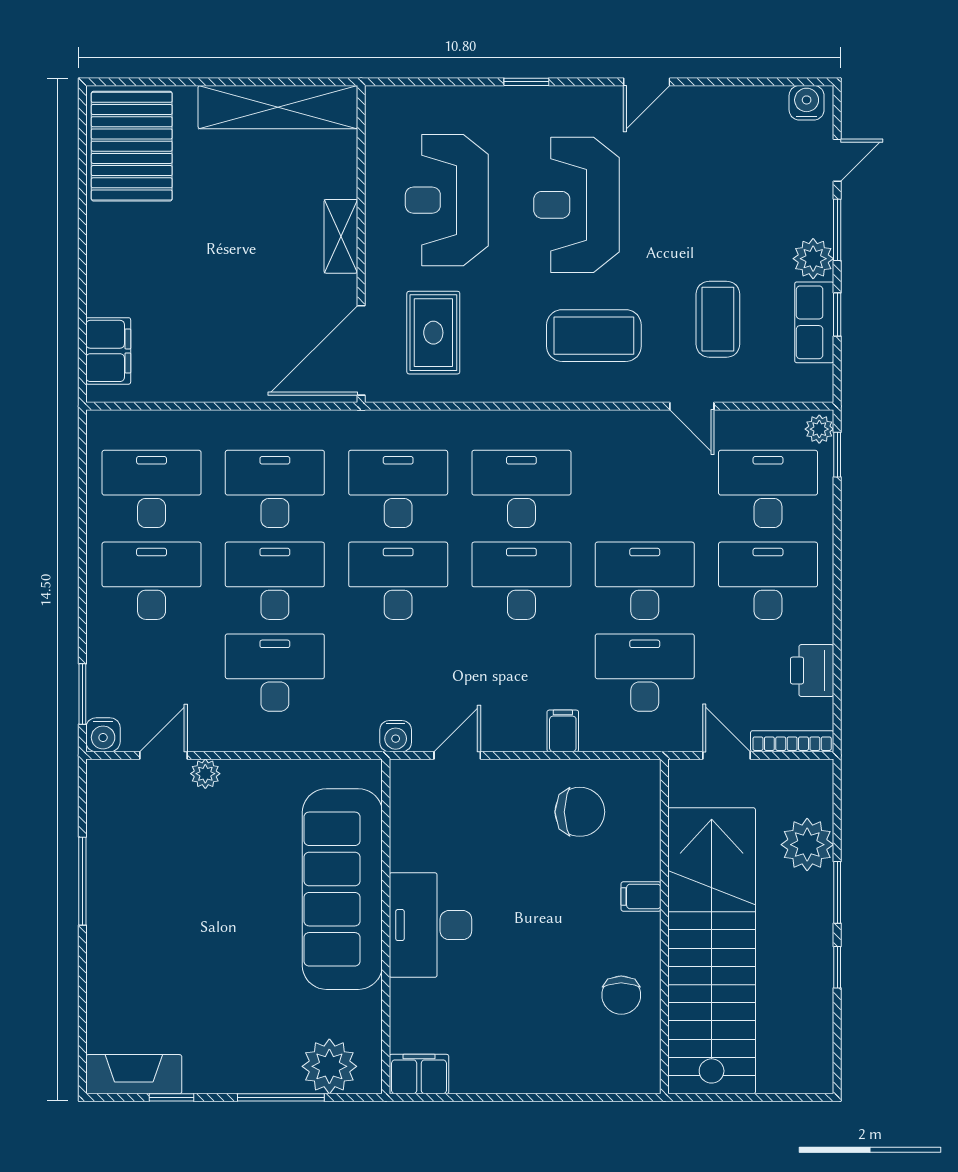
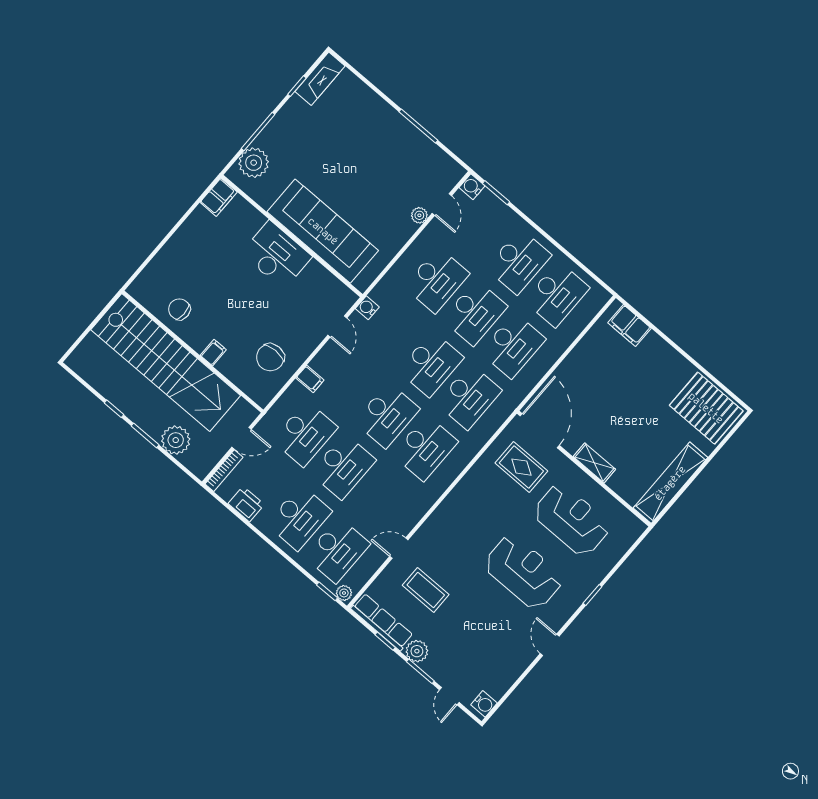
row of seats: (814, 322) -> (382, 622), width x1.48
coffee table: (594, 336) -> (463, 533), removed

